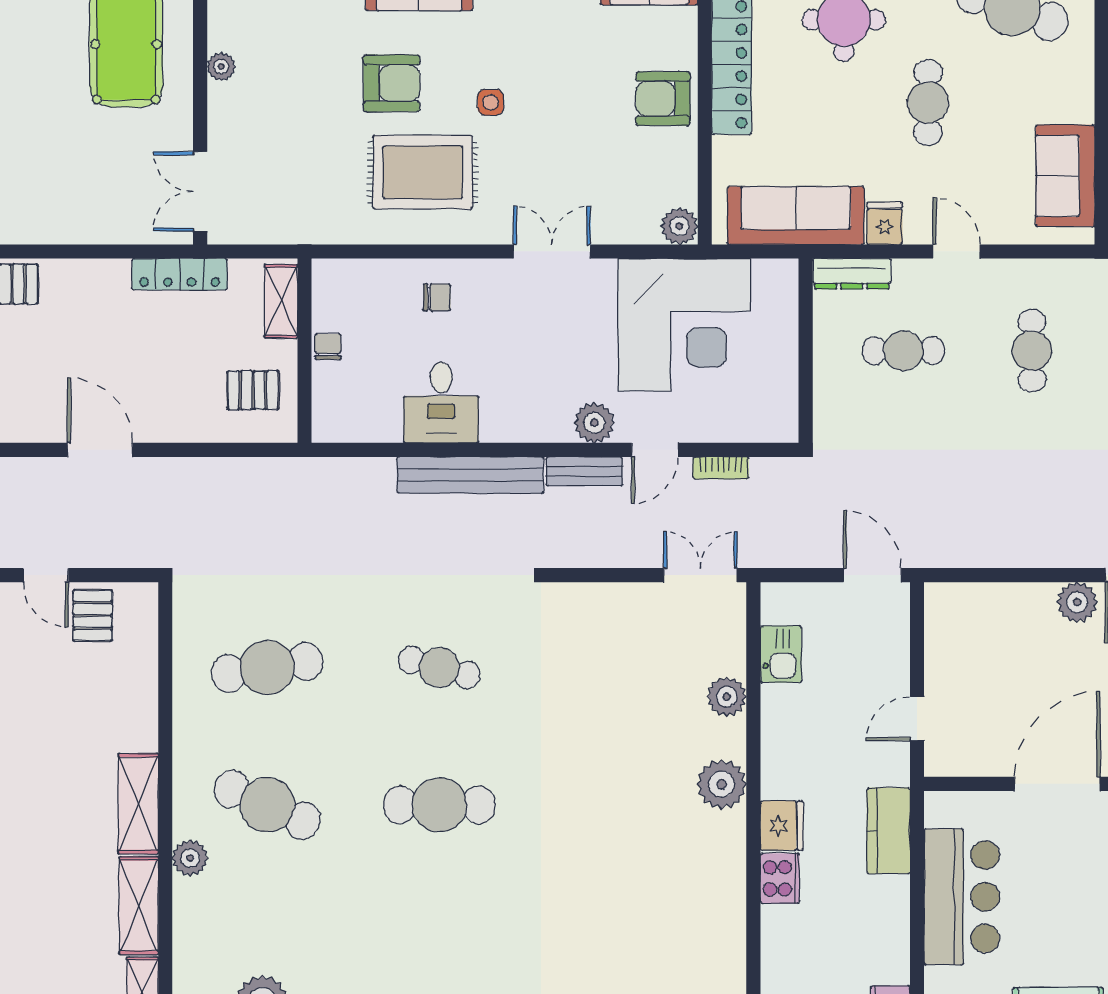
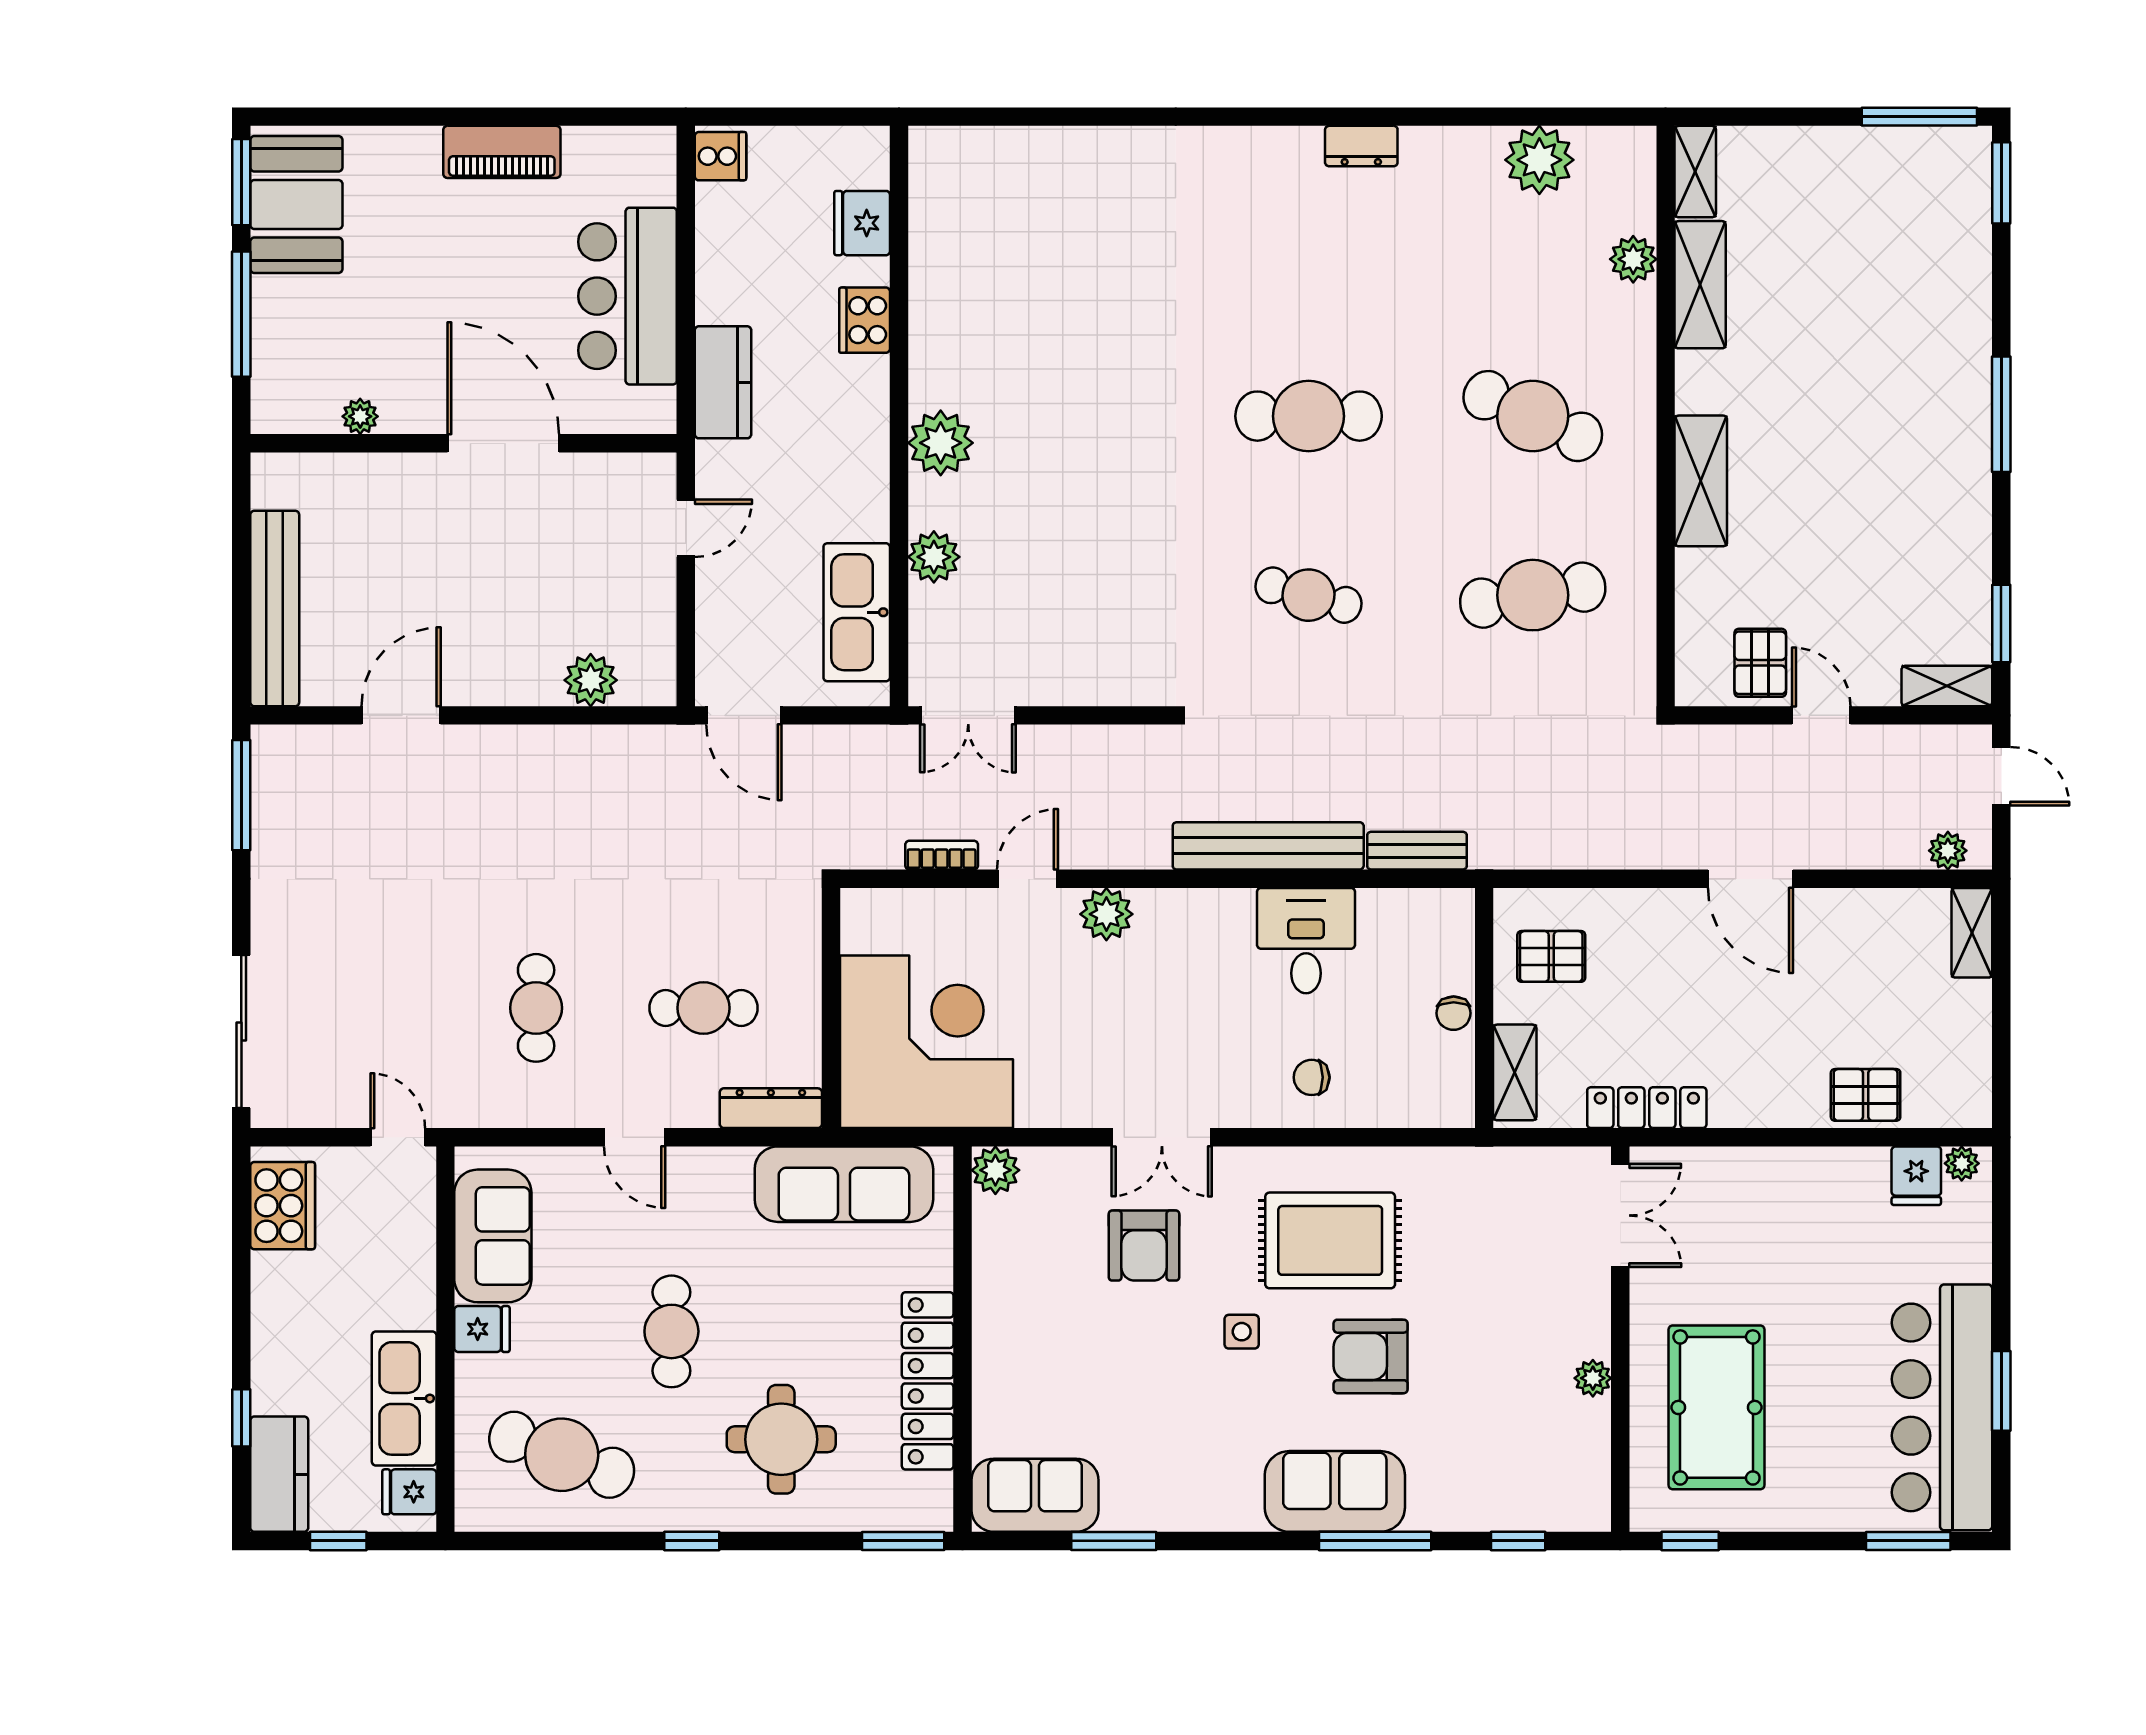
armchair: (663, 99) -> (1144, 1246), moved, turned 90
fridge: (885, 223) -> (482, 1329), moved, turned -90
corner desk: (684, 325) -> (926, 1042), moved, turned 90
bench: (584, 471) -> (1417, 851), moved
plant: (1077, 602) -> (591, 680), moved
kitchen sink: (781, 654) -> (857, 612), width x1.87, depth x1.24
door: (1057, 784) -> (503, 443), swing flipped
shelving: (138, 804) -> (1701, 481), moved
fridge: (782, 826) -> (862, 223), moved
plant: (190, 858) -> (1633, 259), moved

